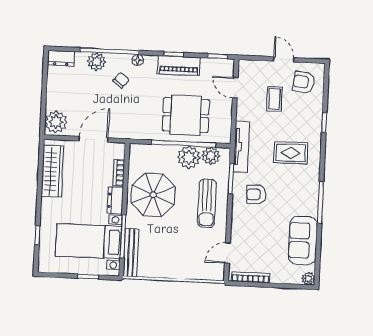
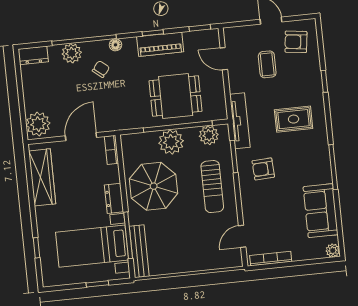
plant: (189, 157) -> (171, 142), moved
bookcase: (119, 173) -> (111, 150), moved

